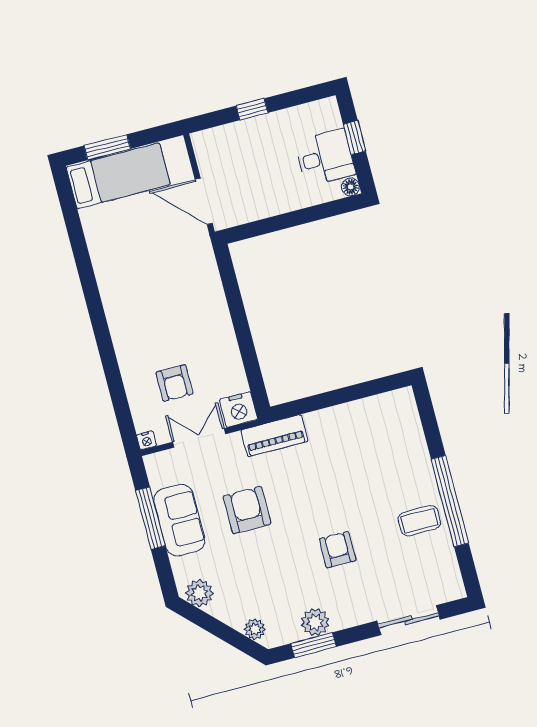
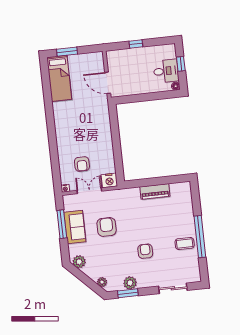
bed: (118, 176) -> (59, 78), moved, turned 90
piano: (274, 436) -> (155, 191), moved

